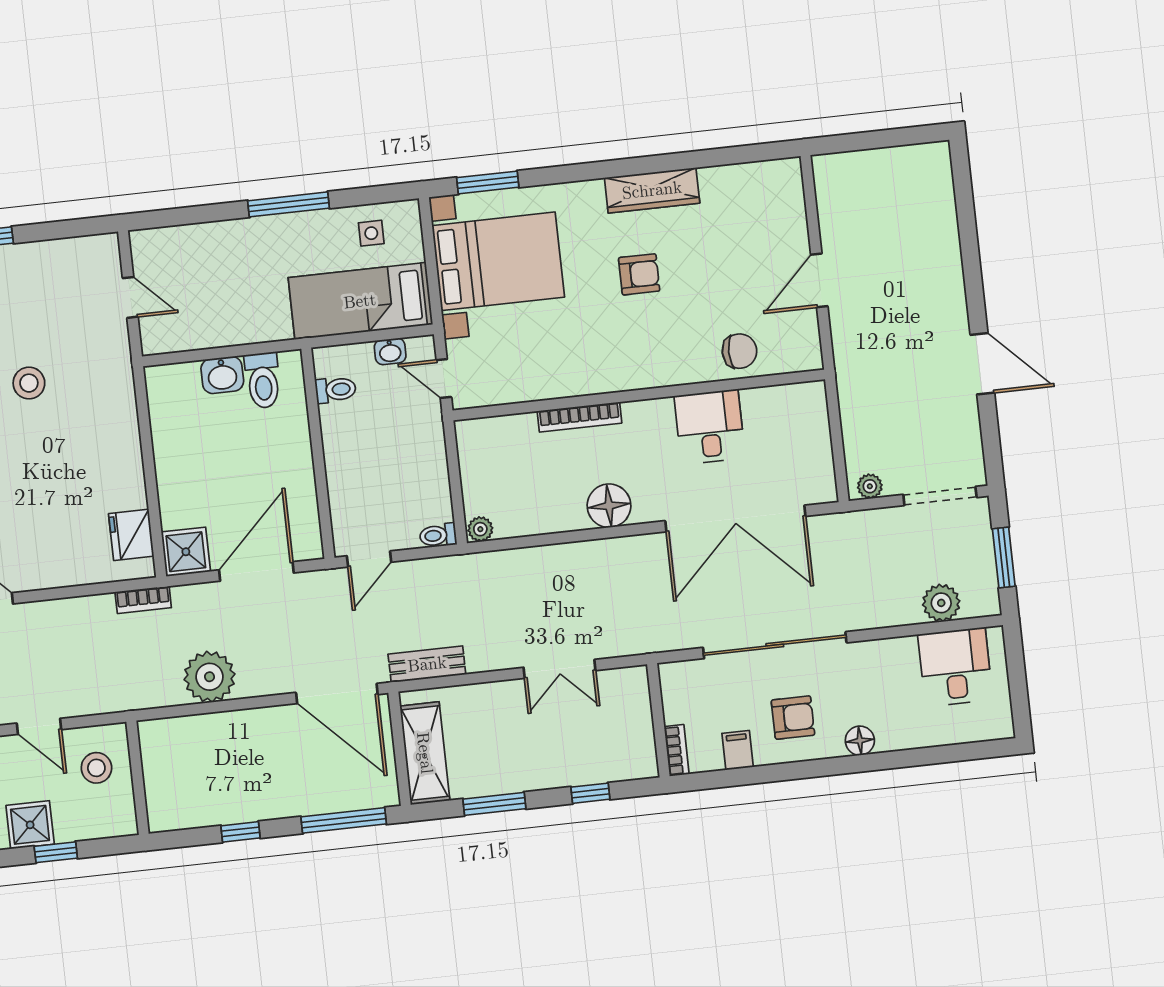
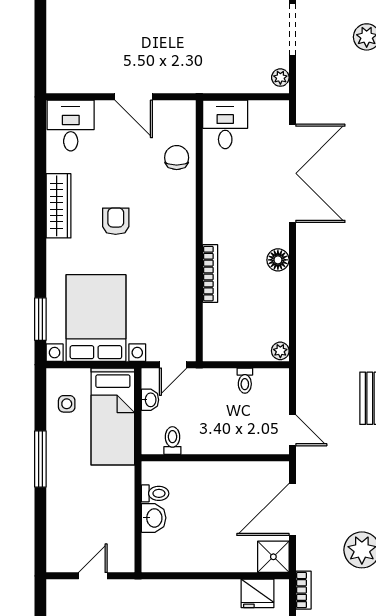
desk: (768, 195) -> (71, 126), added
toilet: (263, 380) -> (155, 493), width x0.73, depth x0.72
desk: (710, 427) -> (225, 124), moved, turned 90
floor lamp: (609, 506) -> (278, 260), width x0.73, depth x0.73
toilet: (438, 535) -> (245, 381), moved
door: (256, 571) -> (292, 509), hinge flipped

